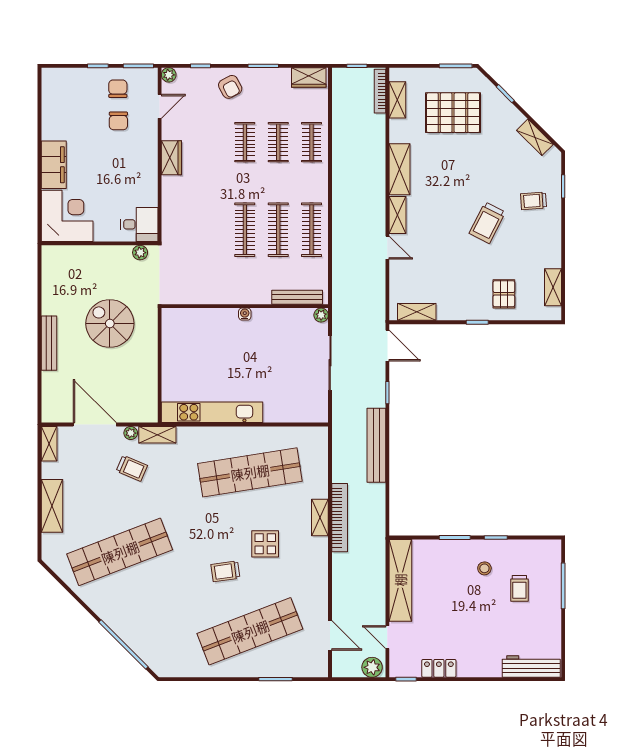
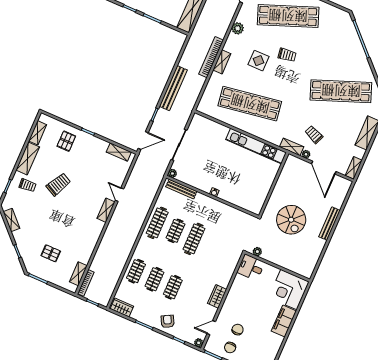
pallet: (453, 113) -> (51, 253), width x0.49, depth x0.50
shelving: (400, 169) -> (28, 158), moved
clothes rail: (278, 230) -> (176, 231), width x0.73
door: (387, 346) -> (143, 141), swing flipped
plant: (318, 579) -> (238, 28), added

